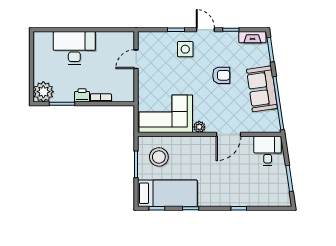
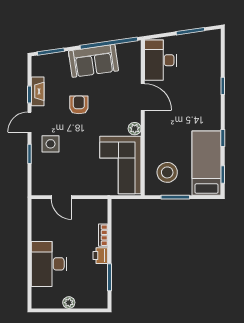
fireplace: (252, 37) -> (38, 91), moved
plant: (43, 92) -> (69, 303), moved, width x0.53, depth x0.53
desk: (268, 151) -> (160, 60), width x1.37

